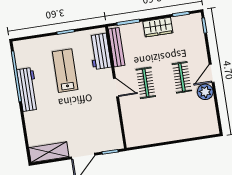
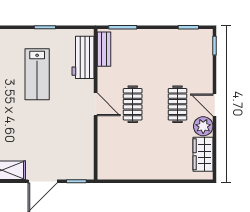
wardrobe: (158, 27) -> (203, 154), moved, turned 90
bench: (117, 47) -> (104, 49), width x0.73
lab bench: (65, 71) -> (37, 74), turned 180
door: (212, 73) -> (215, 105), hinge flipped

